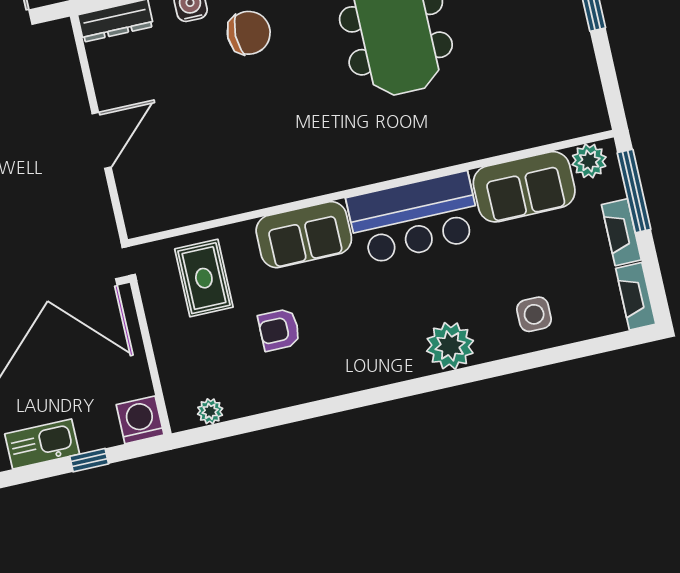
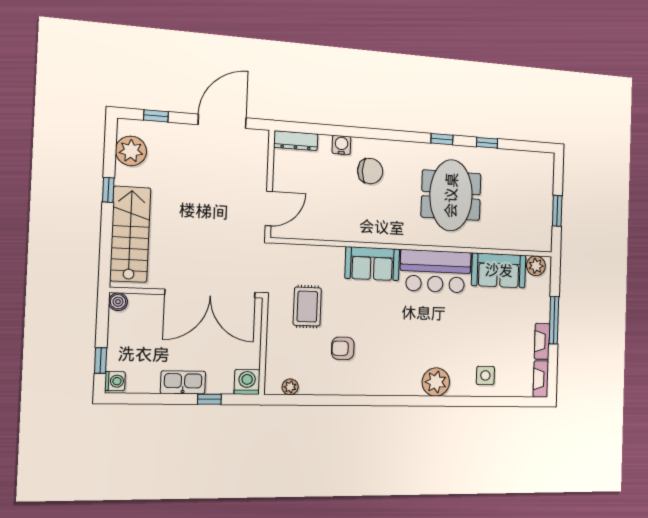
plant: (589, 161) -> (536, 266), moved
sofa: (524, 187) -> (499, 270), moved
wall: (371, 188) -> (416, 248), moved
bar counter: (414, 218) -> (436, 271), moved
sofa: (304, 235) -> (372, 264), moved

